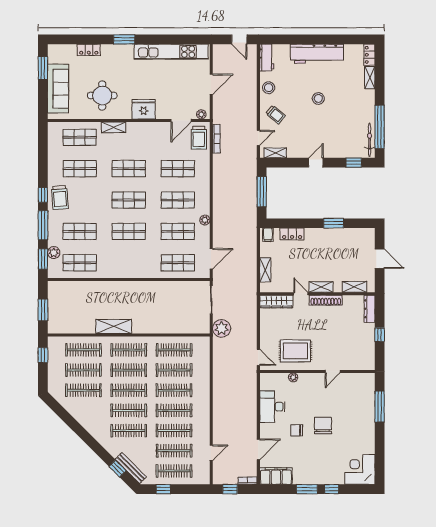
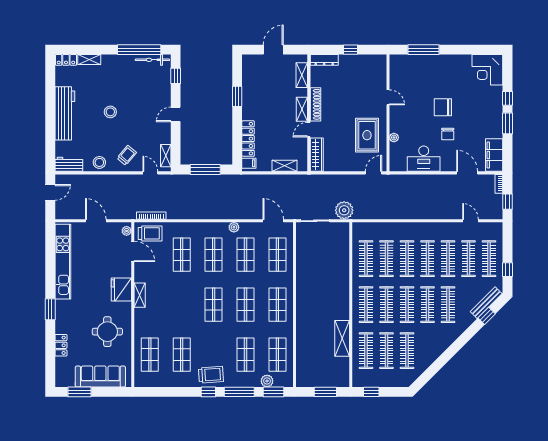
shelving: (114, 127) -> (140, 295), moved
door: (316, 163) -> (176, 114), hinge flipped
shop shelf: (129, 169) -> (277, 305), moved
locker: (292, 234) -> (248, 139), width x1.53
shelving: (114, 326) -> (342, 338), moved

